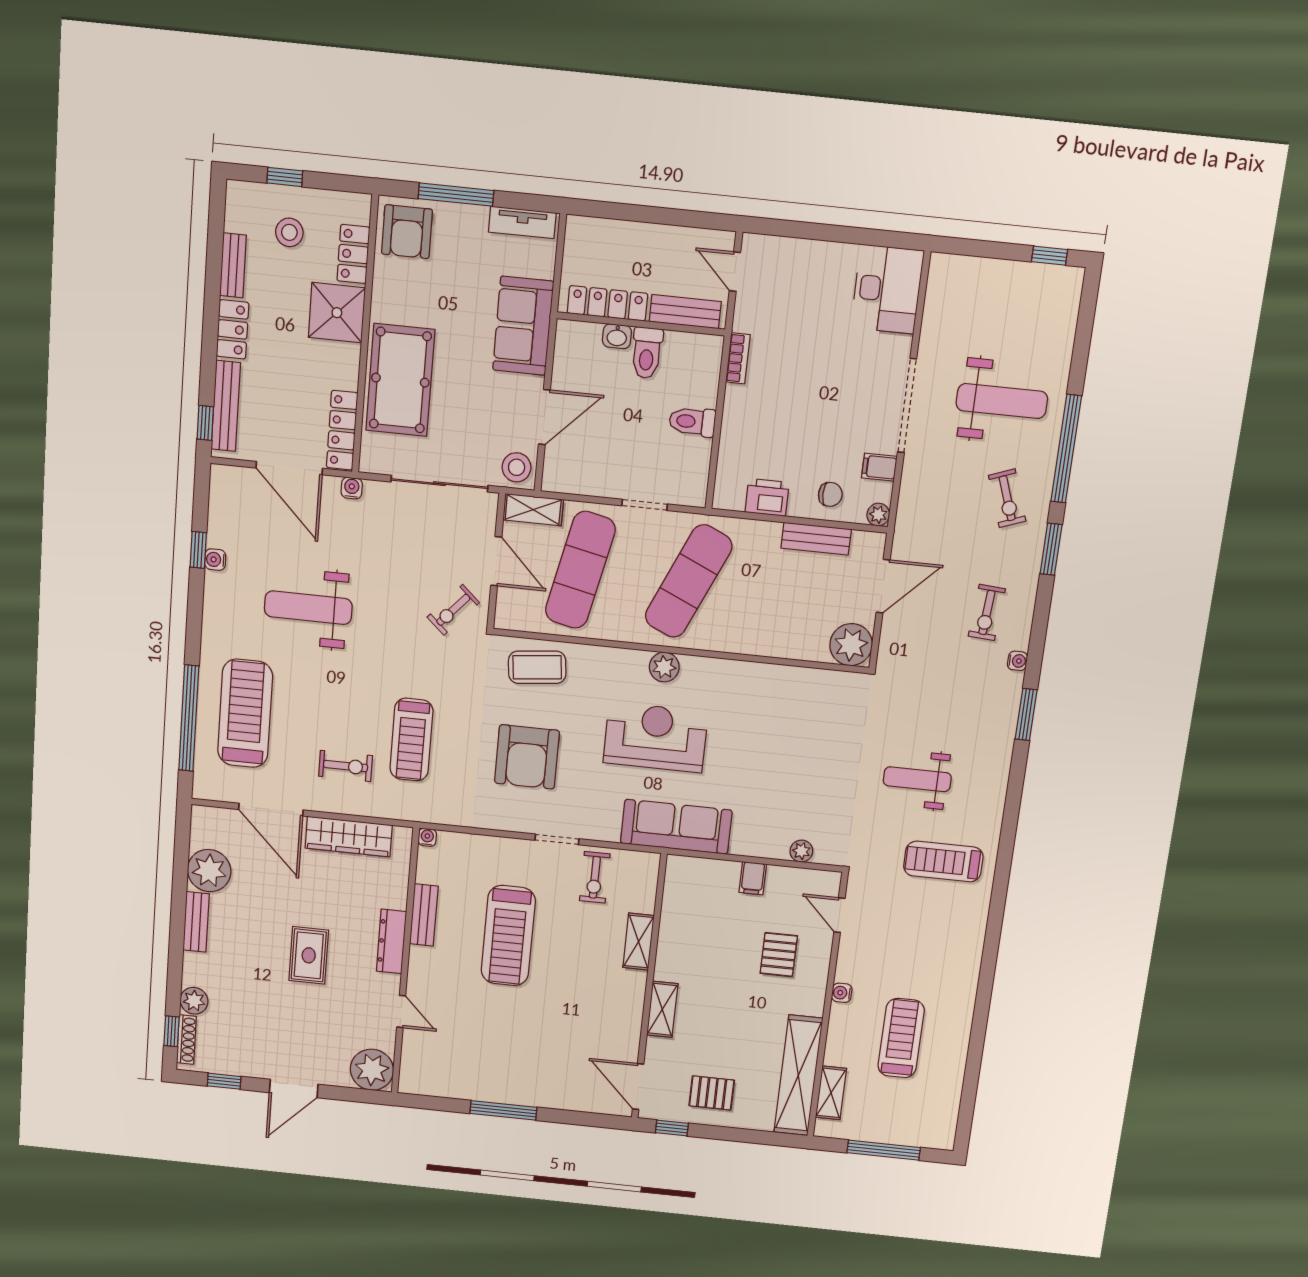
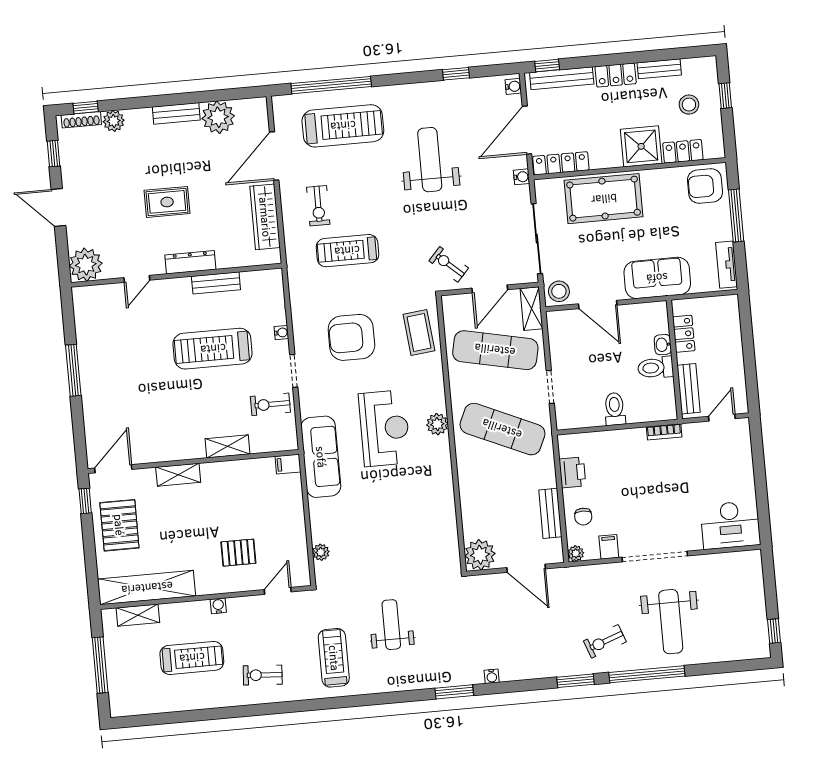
locker: (607, 303) -> (684, 334), width x0.66
water cooler: (215, 560) -> (513, 86), moved, turned 90
exercise bike: (987, 612) -> (263, 675), moved
water cooler: (427, 837) -> (281, 333), moved
filing cabinet: (753, 878) -> (288, 464), moved
pallet: (712, 1093) -> (119, 525), width x1.50, depth x1.42

